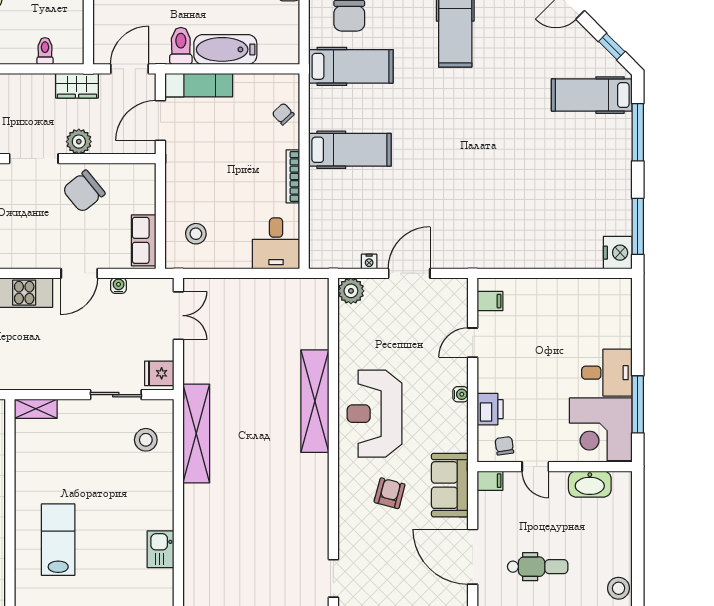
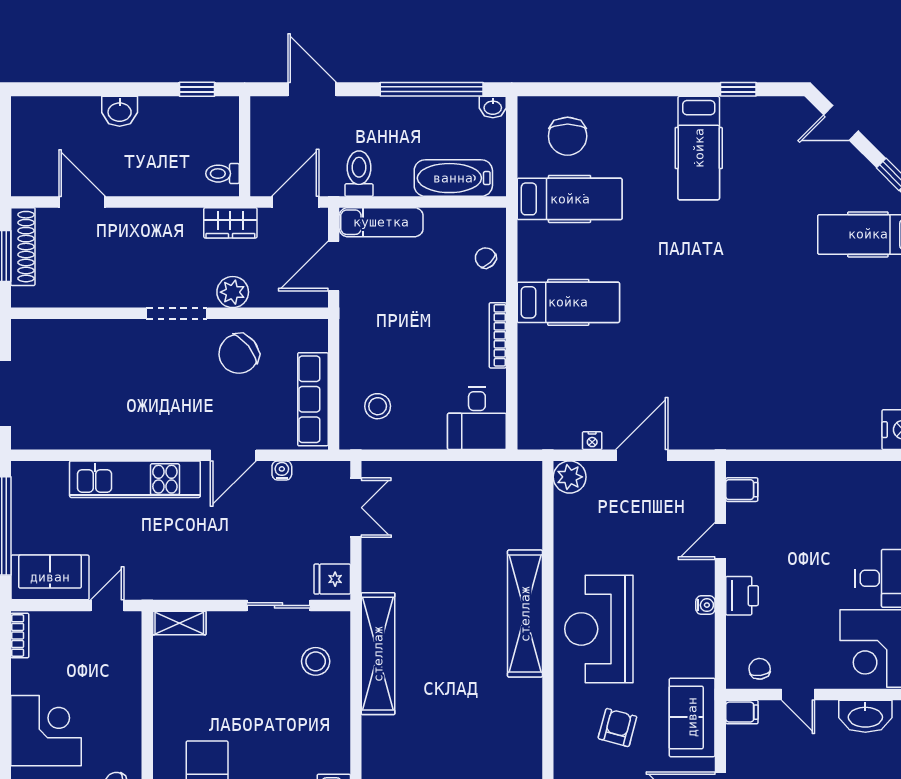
bathtub: (225, 49) -> (453, 178), moved
toilet: (45, 51) -> (222, 174), moved, turned -90
row of seats: (144, 240) -> (313, 399), width x1.48
printer: (490, 409) -> (742, 596), moved

